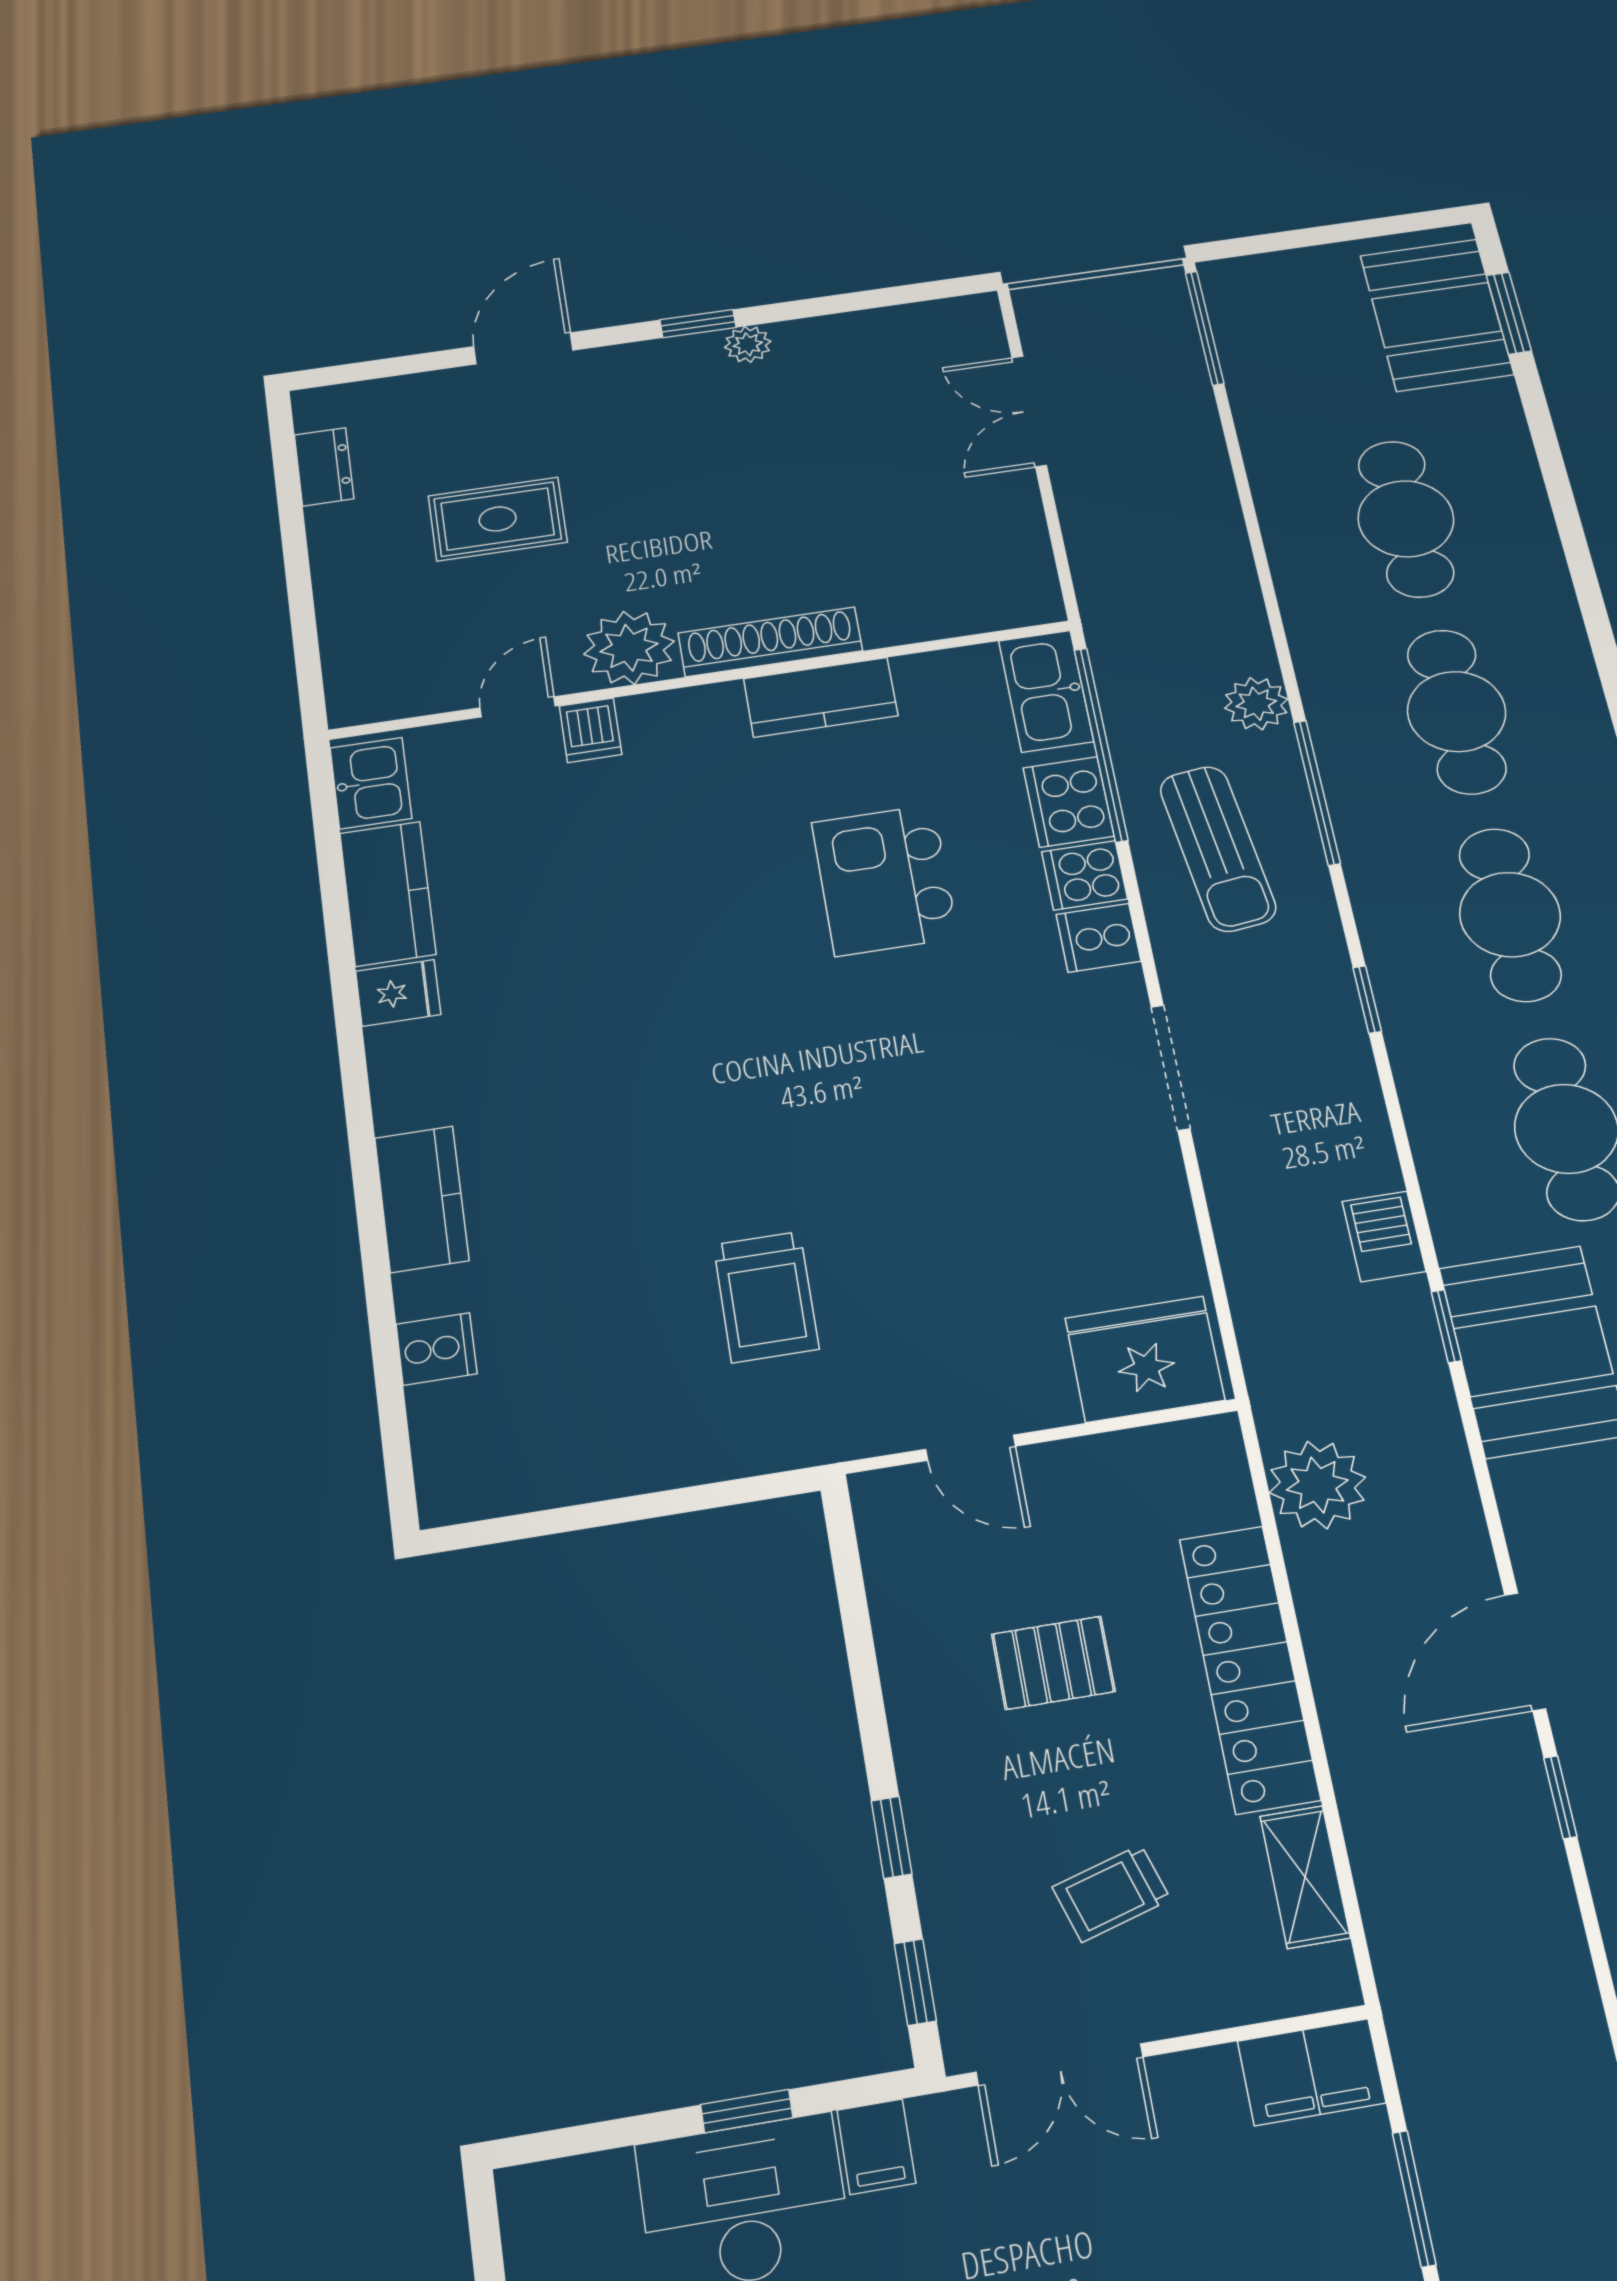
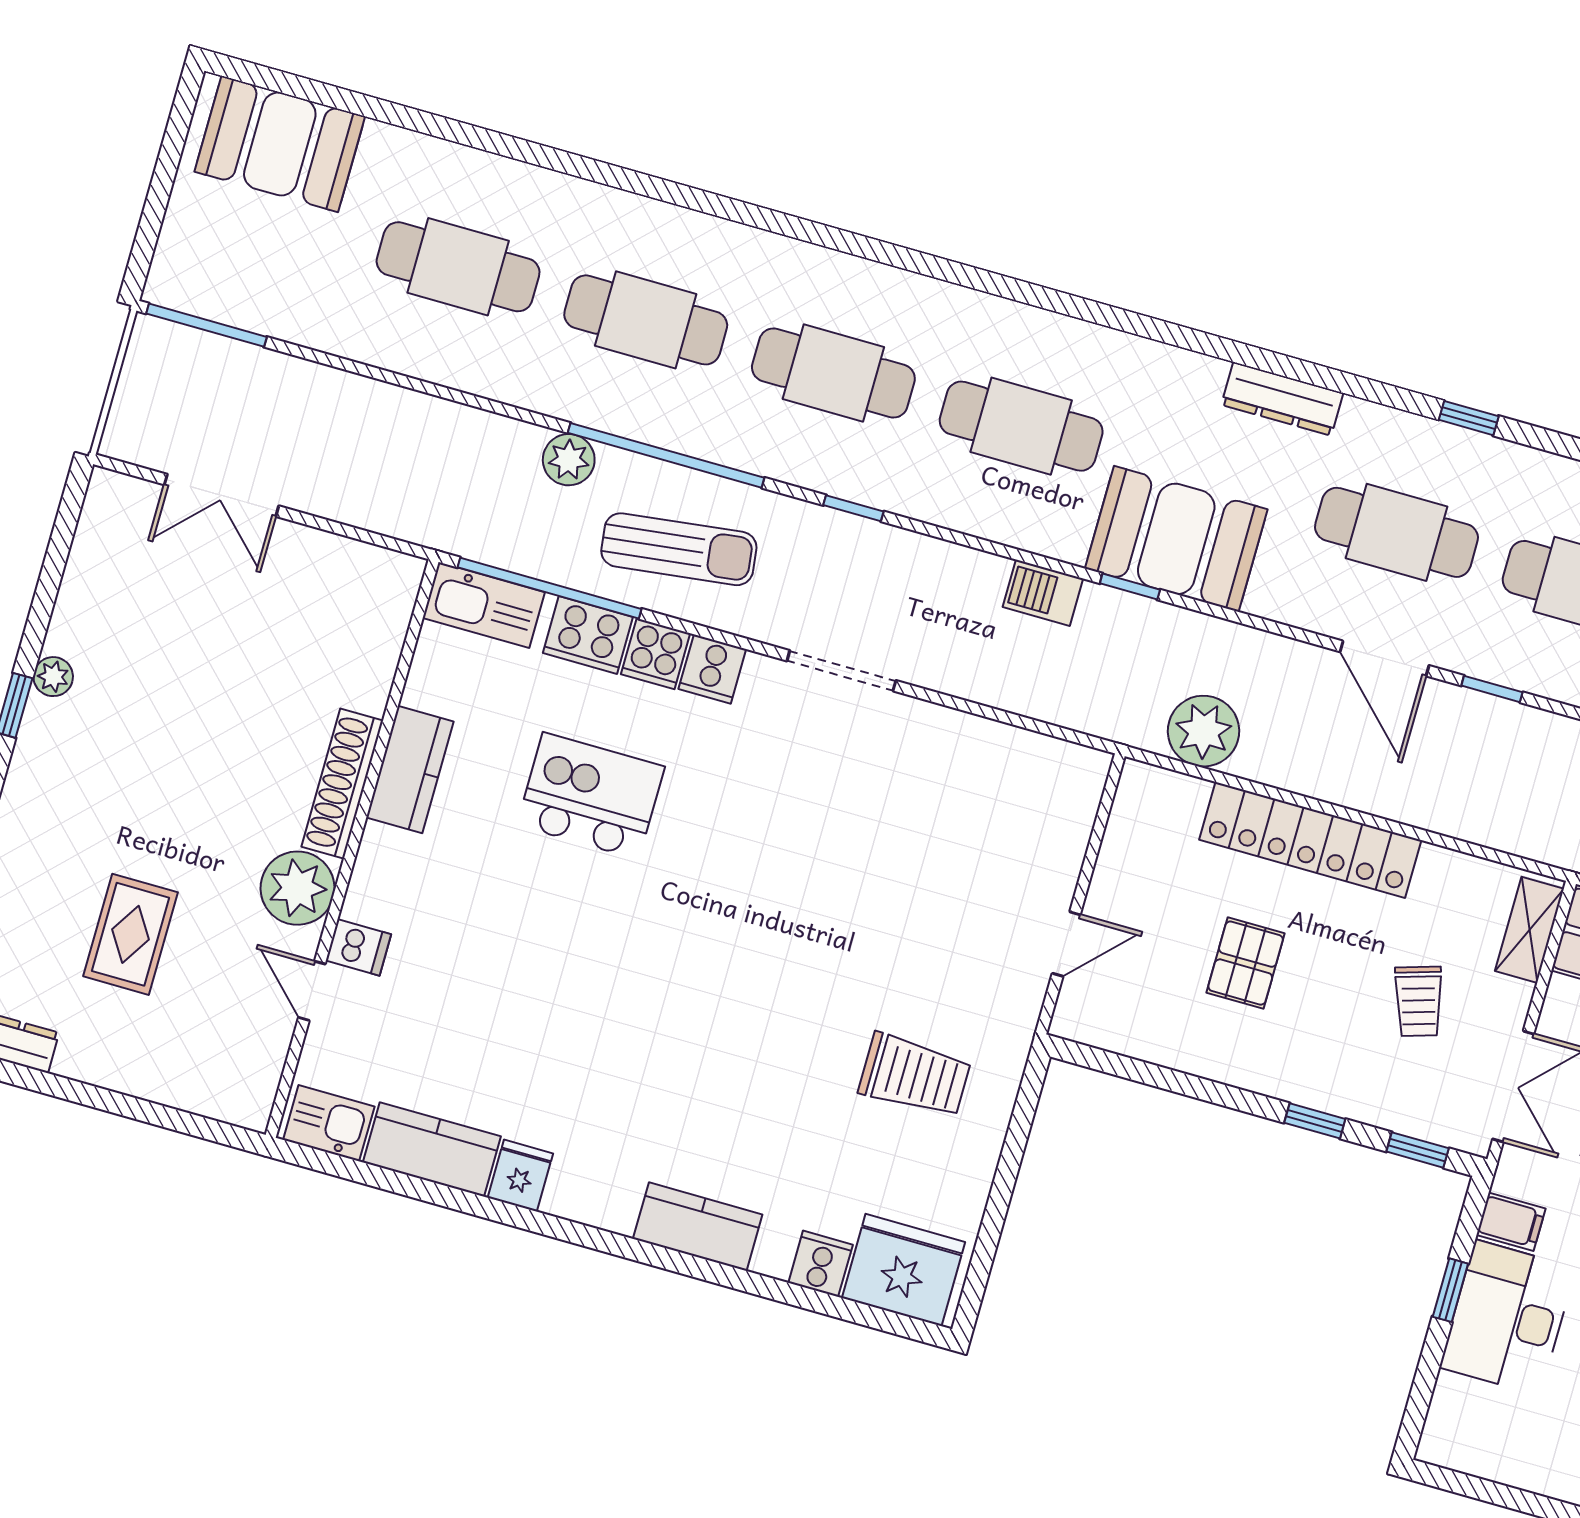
window: (1509, 313) -> (305, 89), removed
window: (1317, 793) -> (666, 455), width x1.46
kitchen island: (885, 880) -> (591, 796), turned 180
trolley: (766, 1297) -> (915, 1076), moved
fridge: (1145, 1359) -> (904, 1270), moved, turned 90
shelving: (1305, 1877) -> (1529, 930), moved, turned 90

